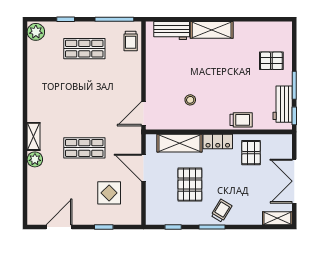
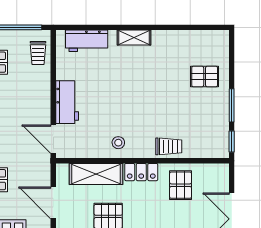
shelving: (212, 30) -> (134, 38), width x0.67, depth x0.75
stool: (190, 100) -> (118, 143), moved
workbench: (283, 104) -> (67, 102), moved, turned 180
door: (144, 114) -> (53, 139), hinge flipped

